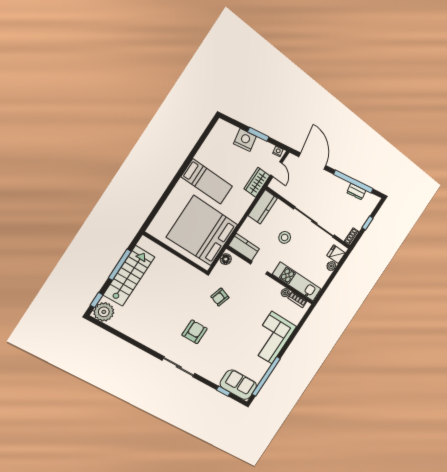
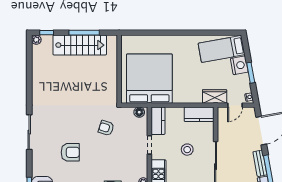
bed: (207, 182) -> (222, 49), moved, turned 80
bench: (337, 182) -> (260, 163), added
plant: (104, 312) -> (36, 40), width x0.53, depth x0.53
armchair: (195, 332) -> (70, 152), moved

